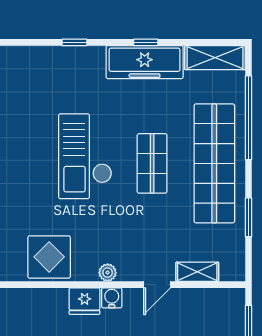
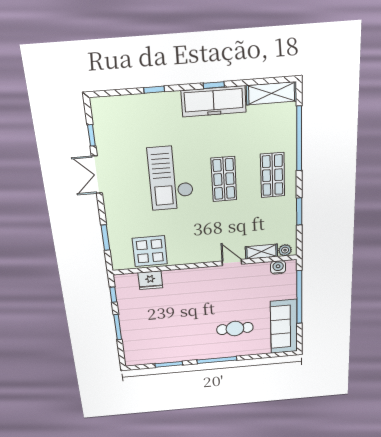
shop shelf: (214, 163) -> (273, 175), width x0.50, depth x0.74
plant: (108, 273) -> (285, 250), moved
door: (157, 285) -> (232, 263), swing flipped
water cooler: (112, 298) -> (278, 267), moved
fridge: (85, 301) -> (150, 280), moved

